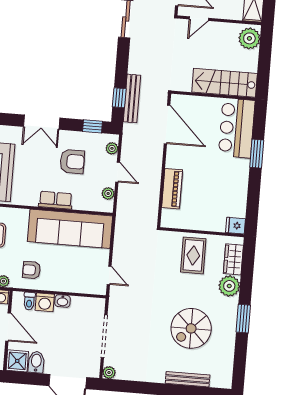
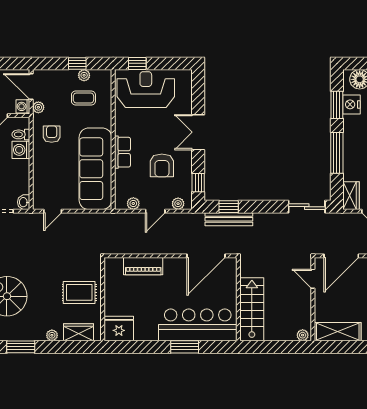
plant: (249, 38) -> (303, 335), width x0.53, depth x0.53
bar counter: (237, 128) -> (198, 325), width x1.36
fridge: (235, 226) -> (119, 328), width x1.88, depth x1.34
plant: (229, 286) -> (52, 335), width x0.53, depth x0.53
washbasin: (63, 301) -> (24, 202), moved

